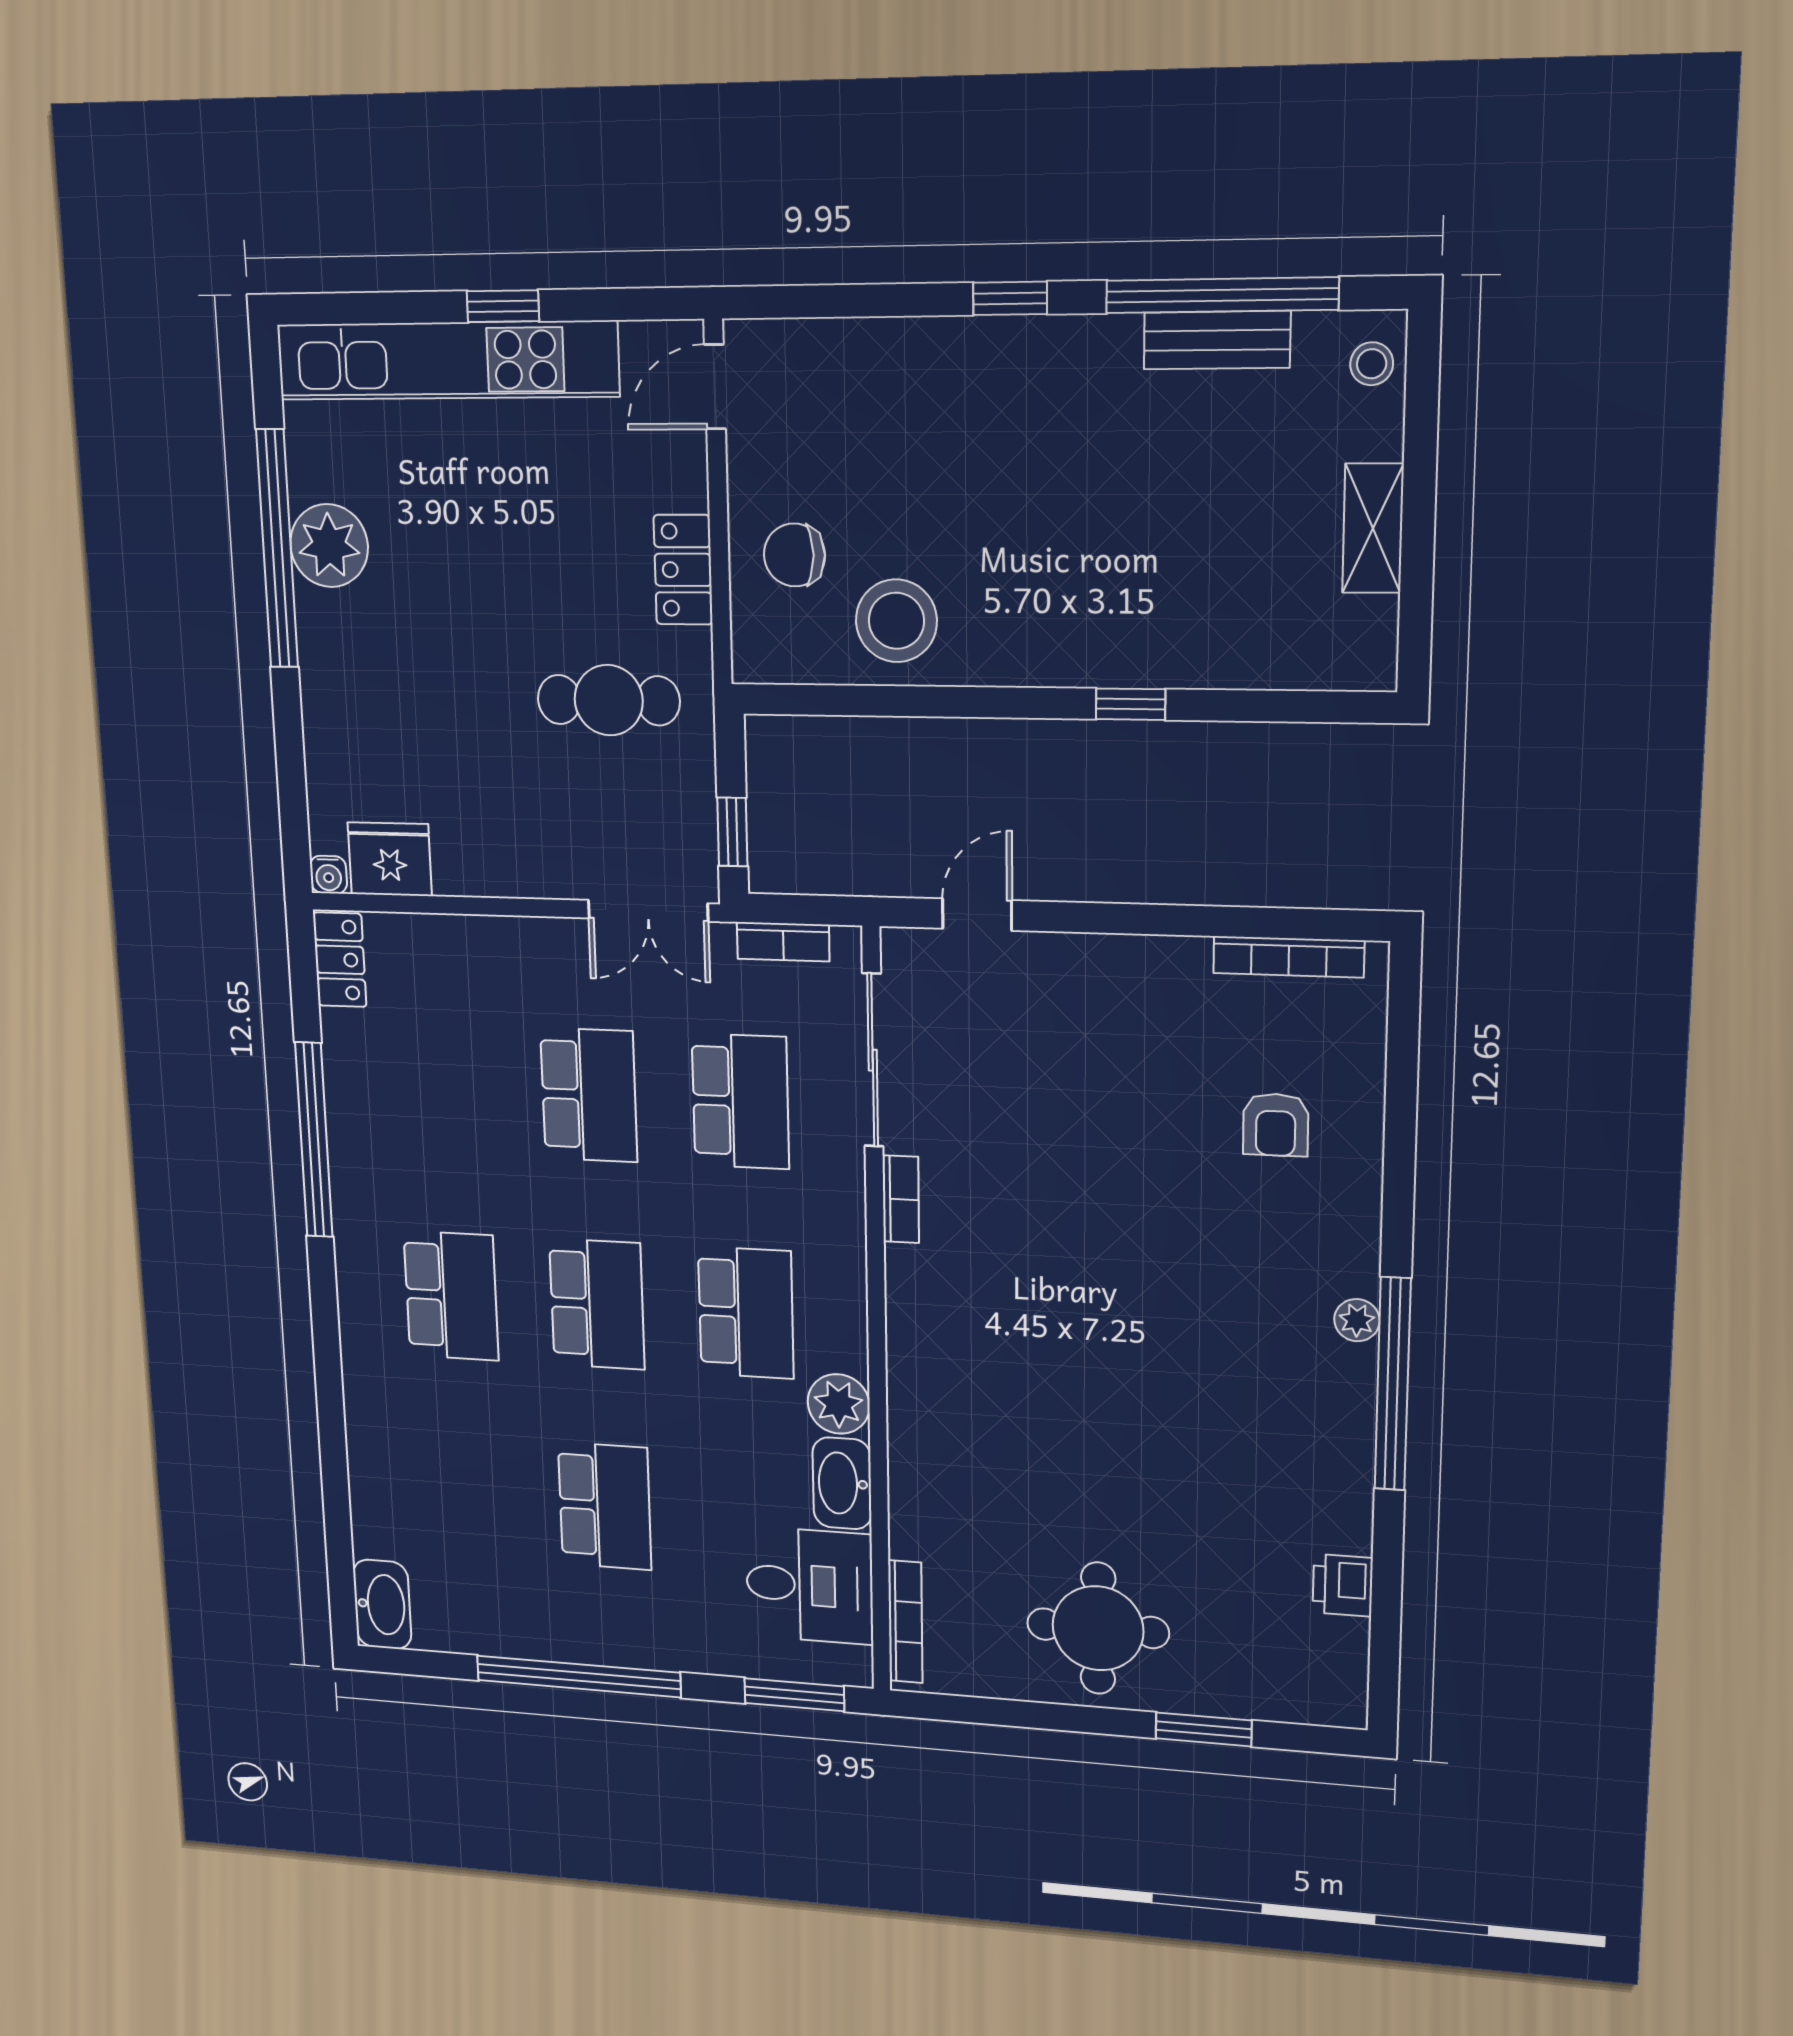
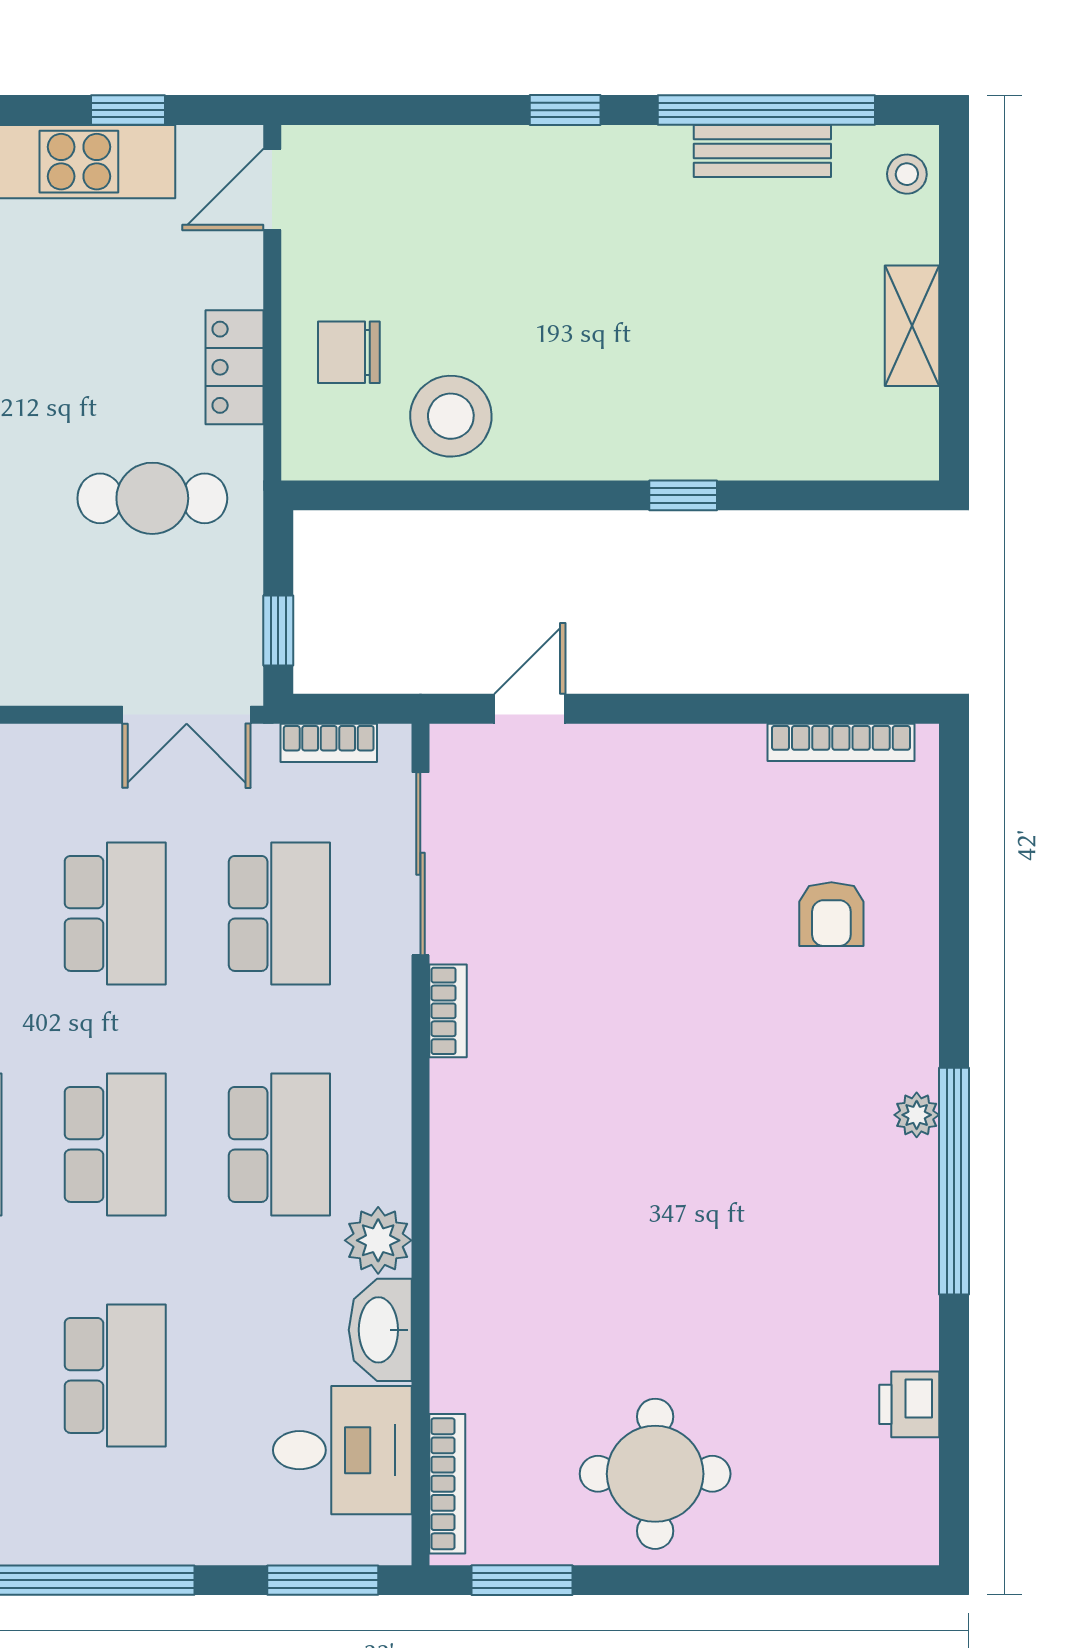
window: (503, 306) -> (128, 110), moved
window: (1204, 1729) -> (522, 1580), moved

